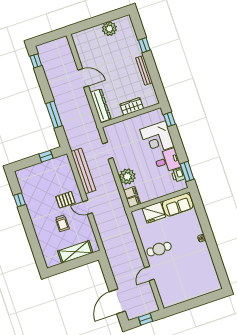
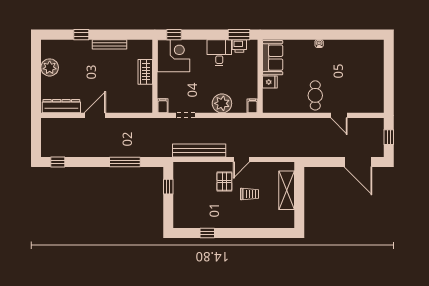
dresser: (101, 106) -> (61, 106), moved
corner desk: (157, 138) -> (173, 56), moved, turned -90
filing cabinet: (130, 192) -> (163, 106), moved
fridge: (154, 213) -> (270, 82), width x0.53, depth x0.75

